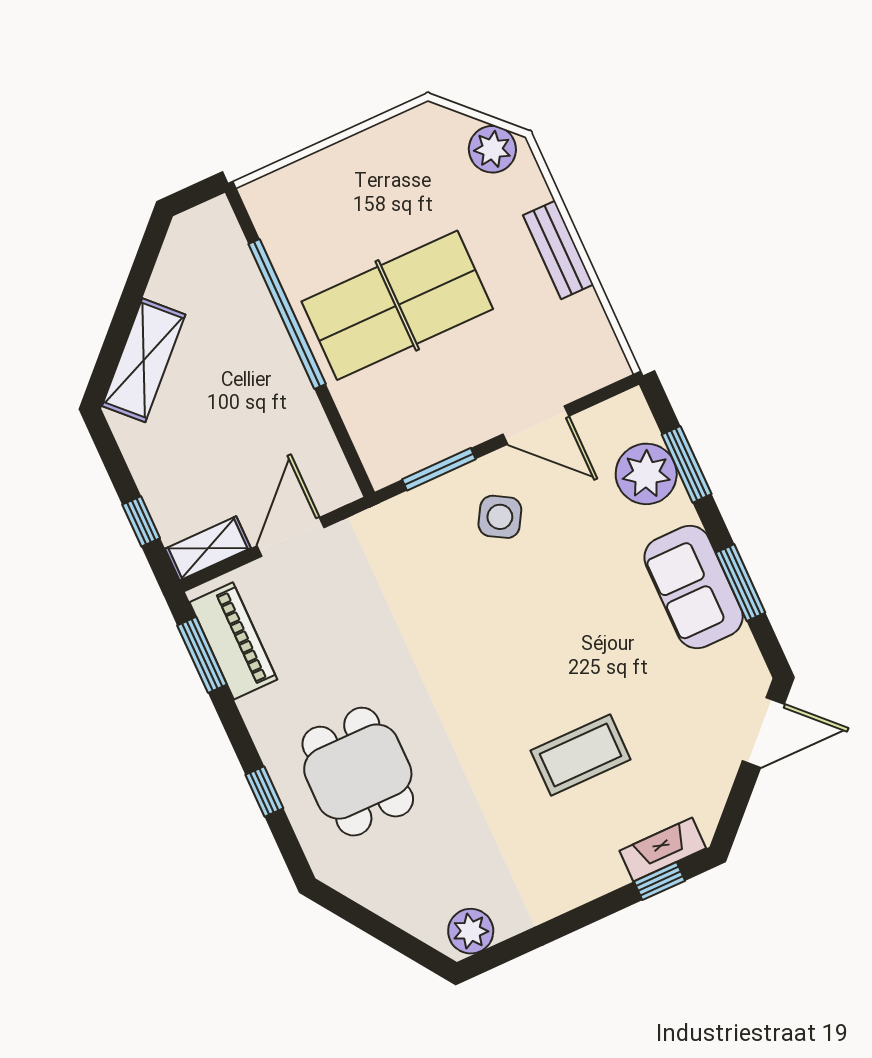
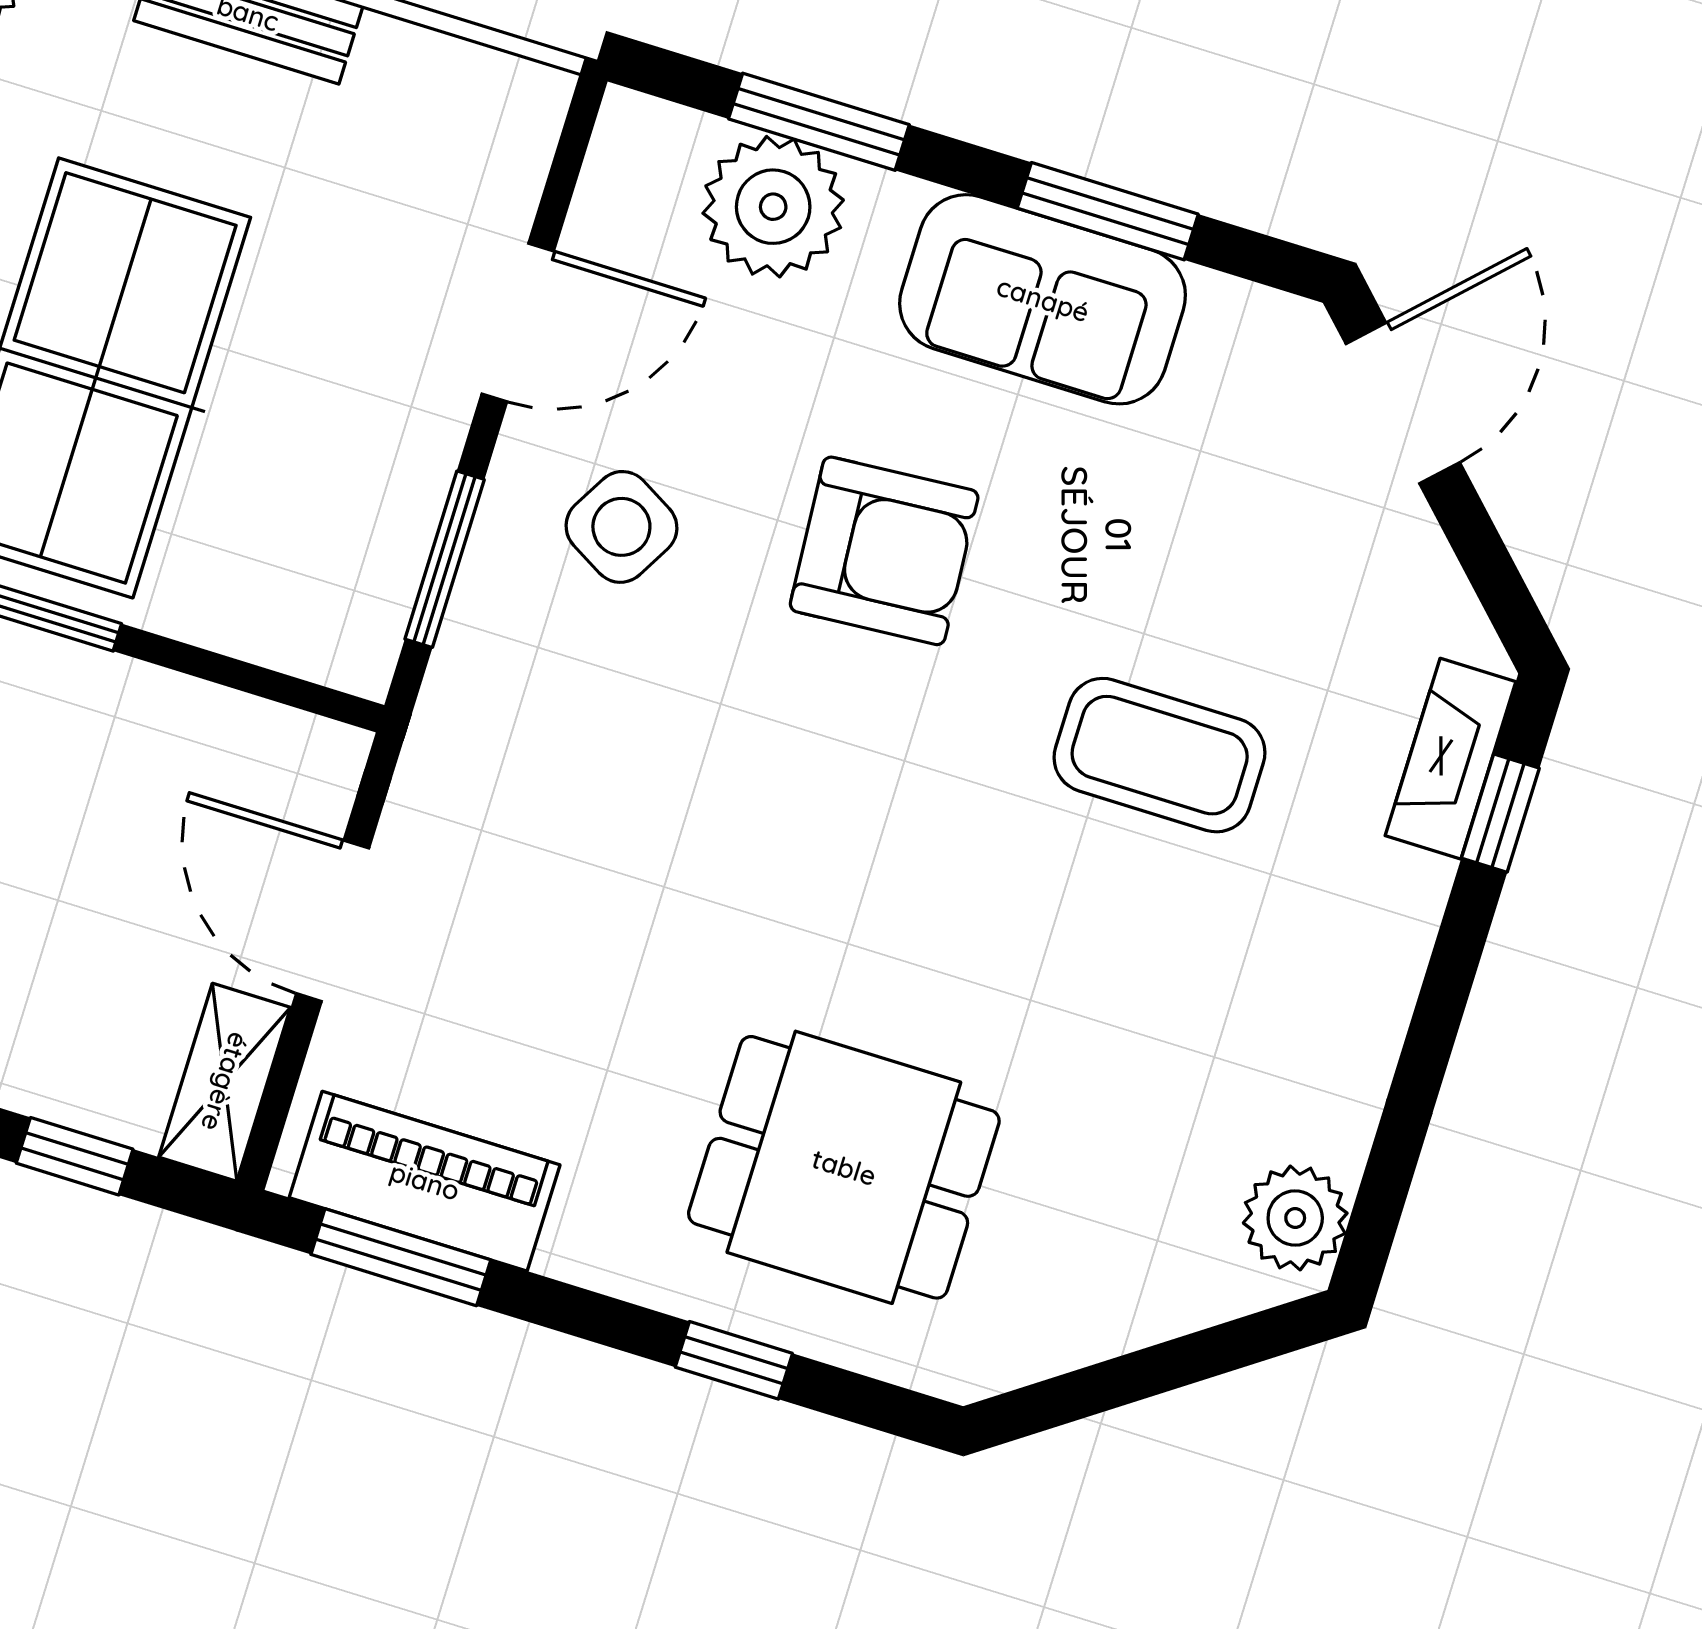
armchair: (567, 608) -> (884, 551), added
coffee table: (581, 755) -> (1160, 755), turned 90

